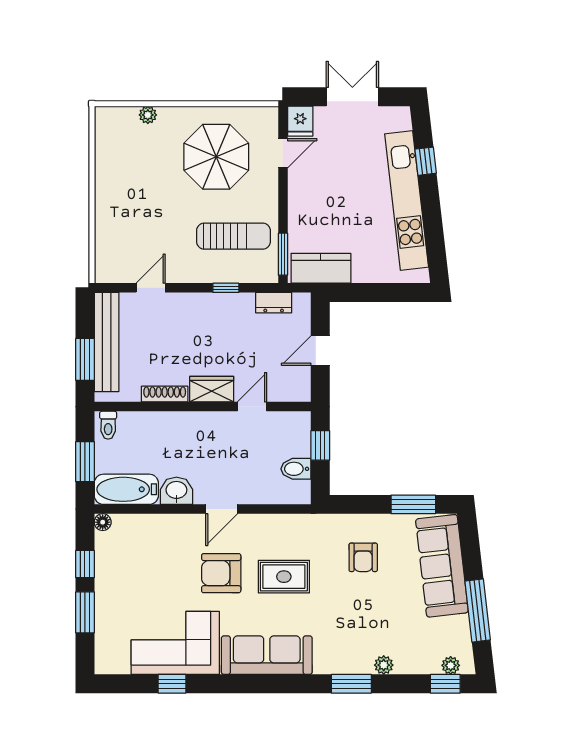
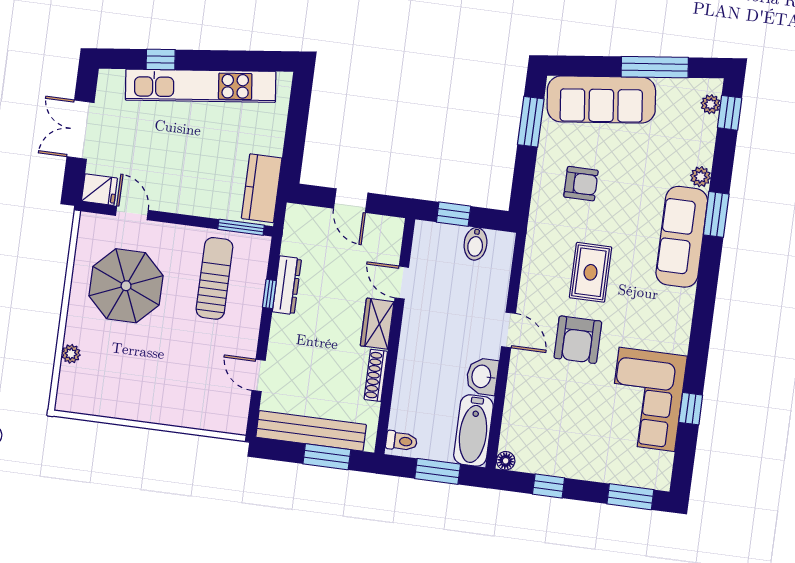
dresser: (274, 303) -> (287, 285), moved, width x1.44
window: (85, 612) -> (630, 497), moved
sofa: (267, 655) -> (682, 237), moved

